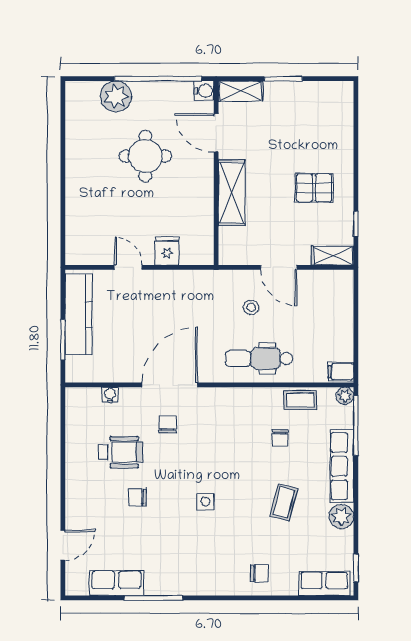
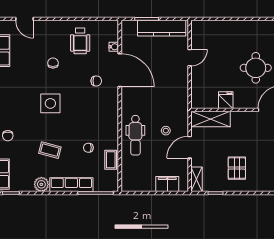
shelving: (232, 193) -> (211, 119), moved
fridge: (167, 251) -> (226, 100), moved, turned -90
dental chair: (259, 358) -> (135, 135), turned 180
filing cabinet: (341, 372) -> (167, 184), moved, width x2.00
door: (170, 385) -> (120, 70), moved
plant: (345, 396) -> (113, 186), removed
wheelchair: (121, 452) -> (80, 41), moved
side table: (205, 502) -> (50, 103), width x1.87, depth x1.87

